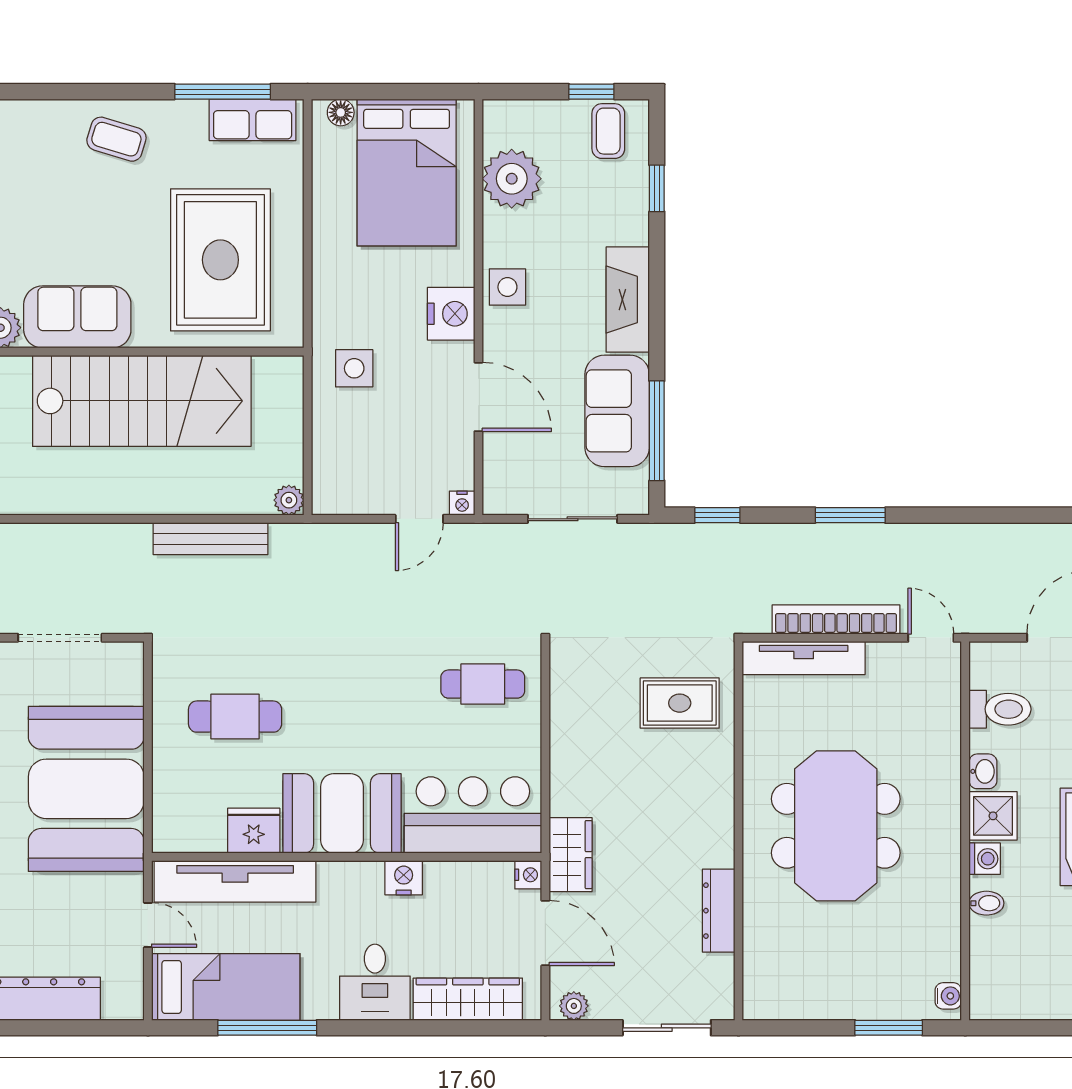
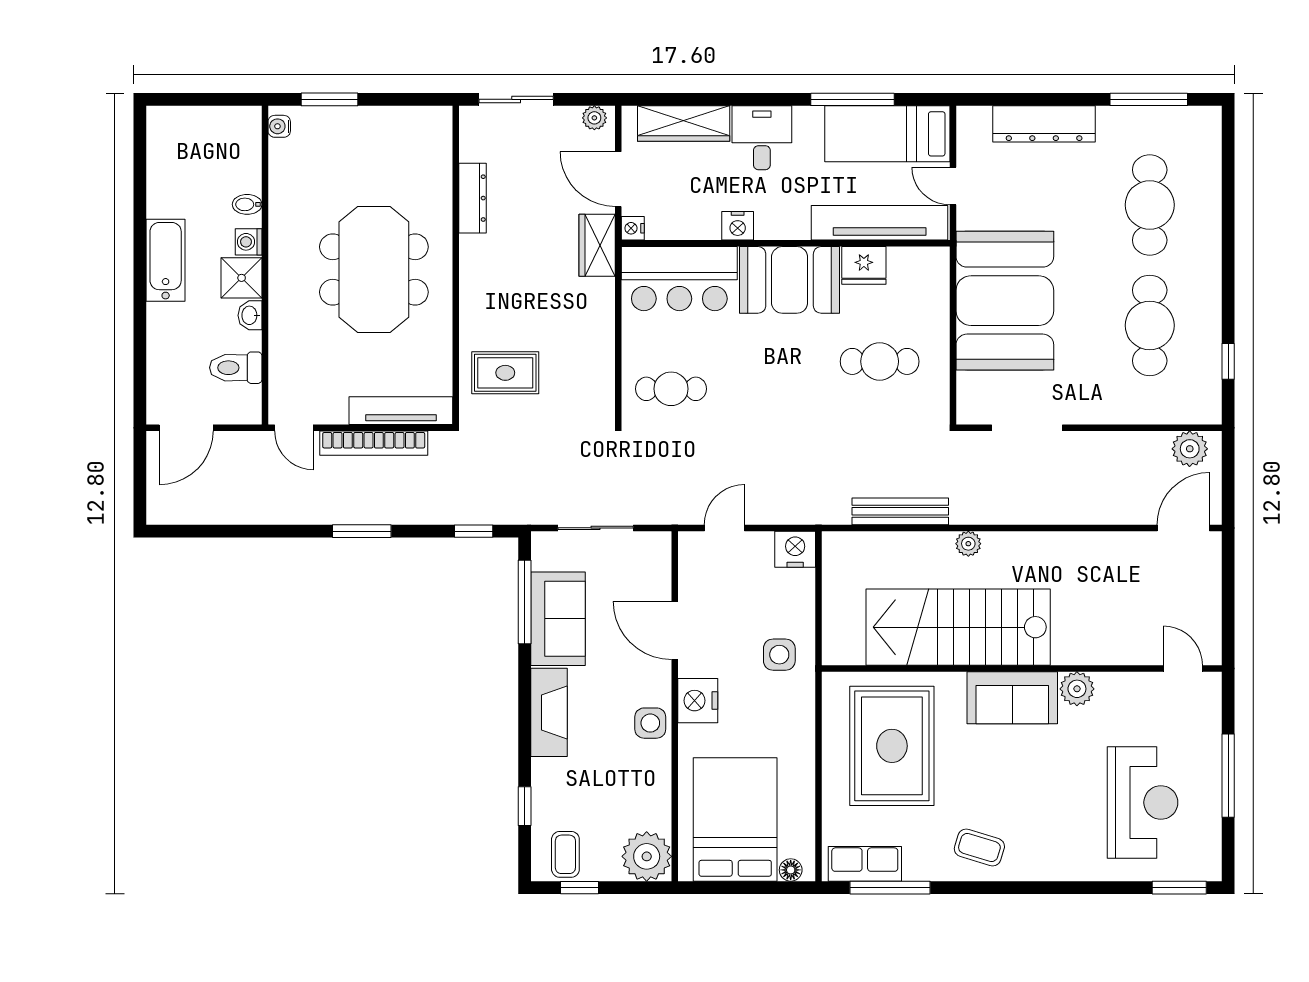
plant: (512, 179) -> (647, 856), moved
plant: (289, 500) -> (968, 544), moved
nightstand: (462, 503) -> (795, 549), moved, width x1.89, depth x1.79

